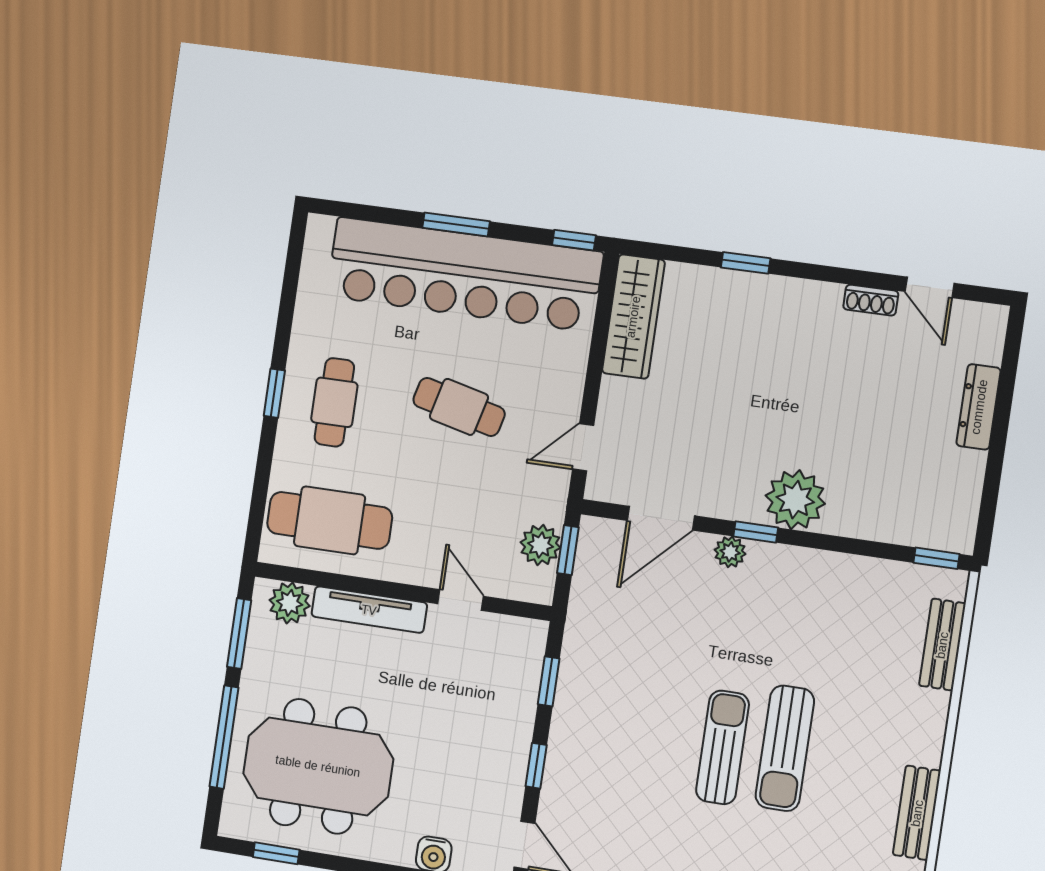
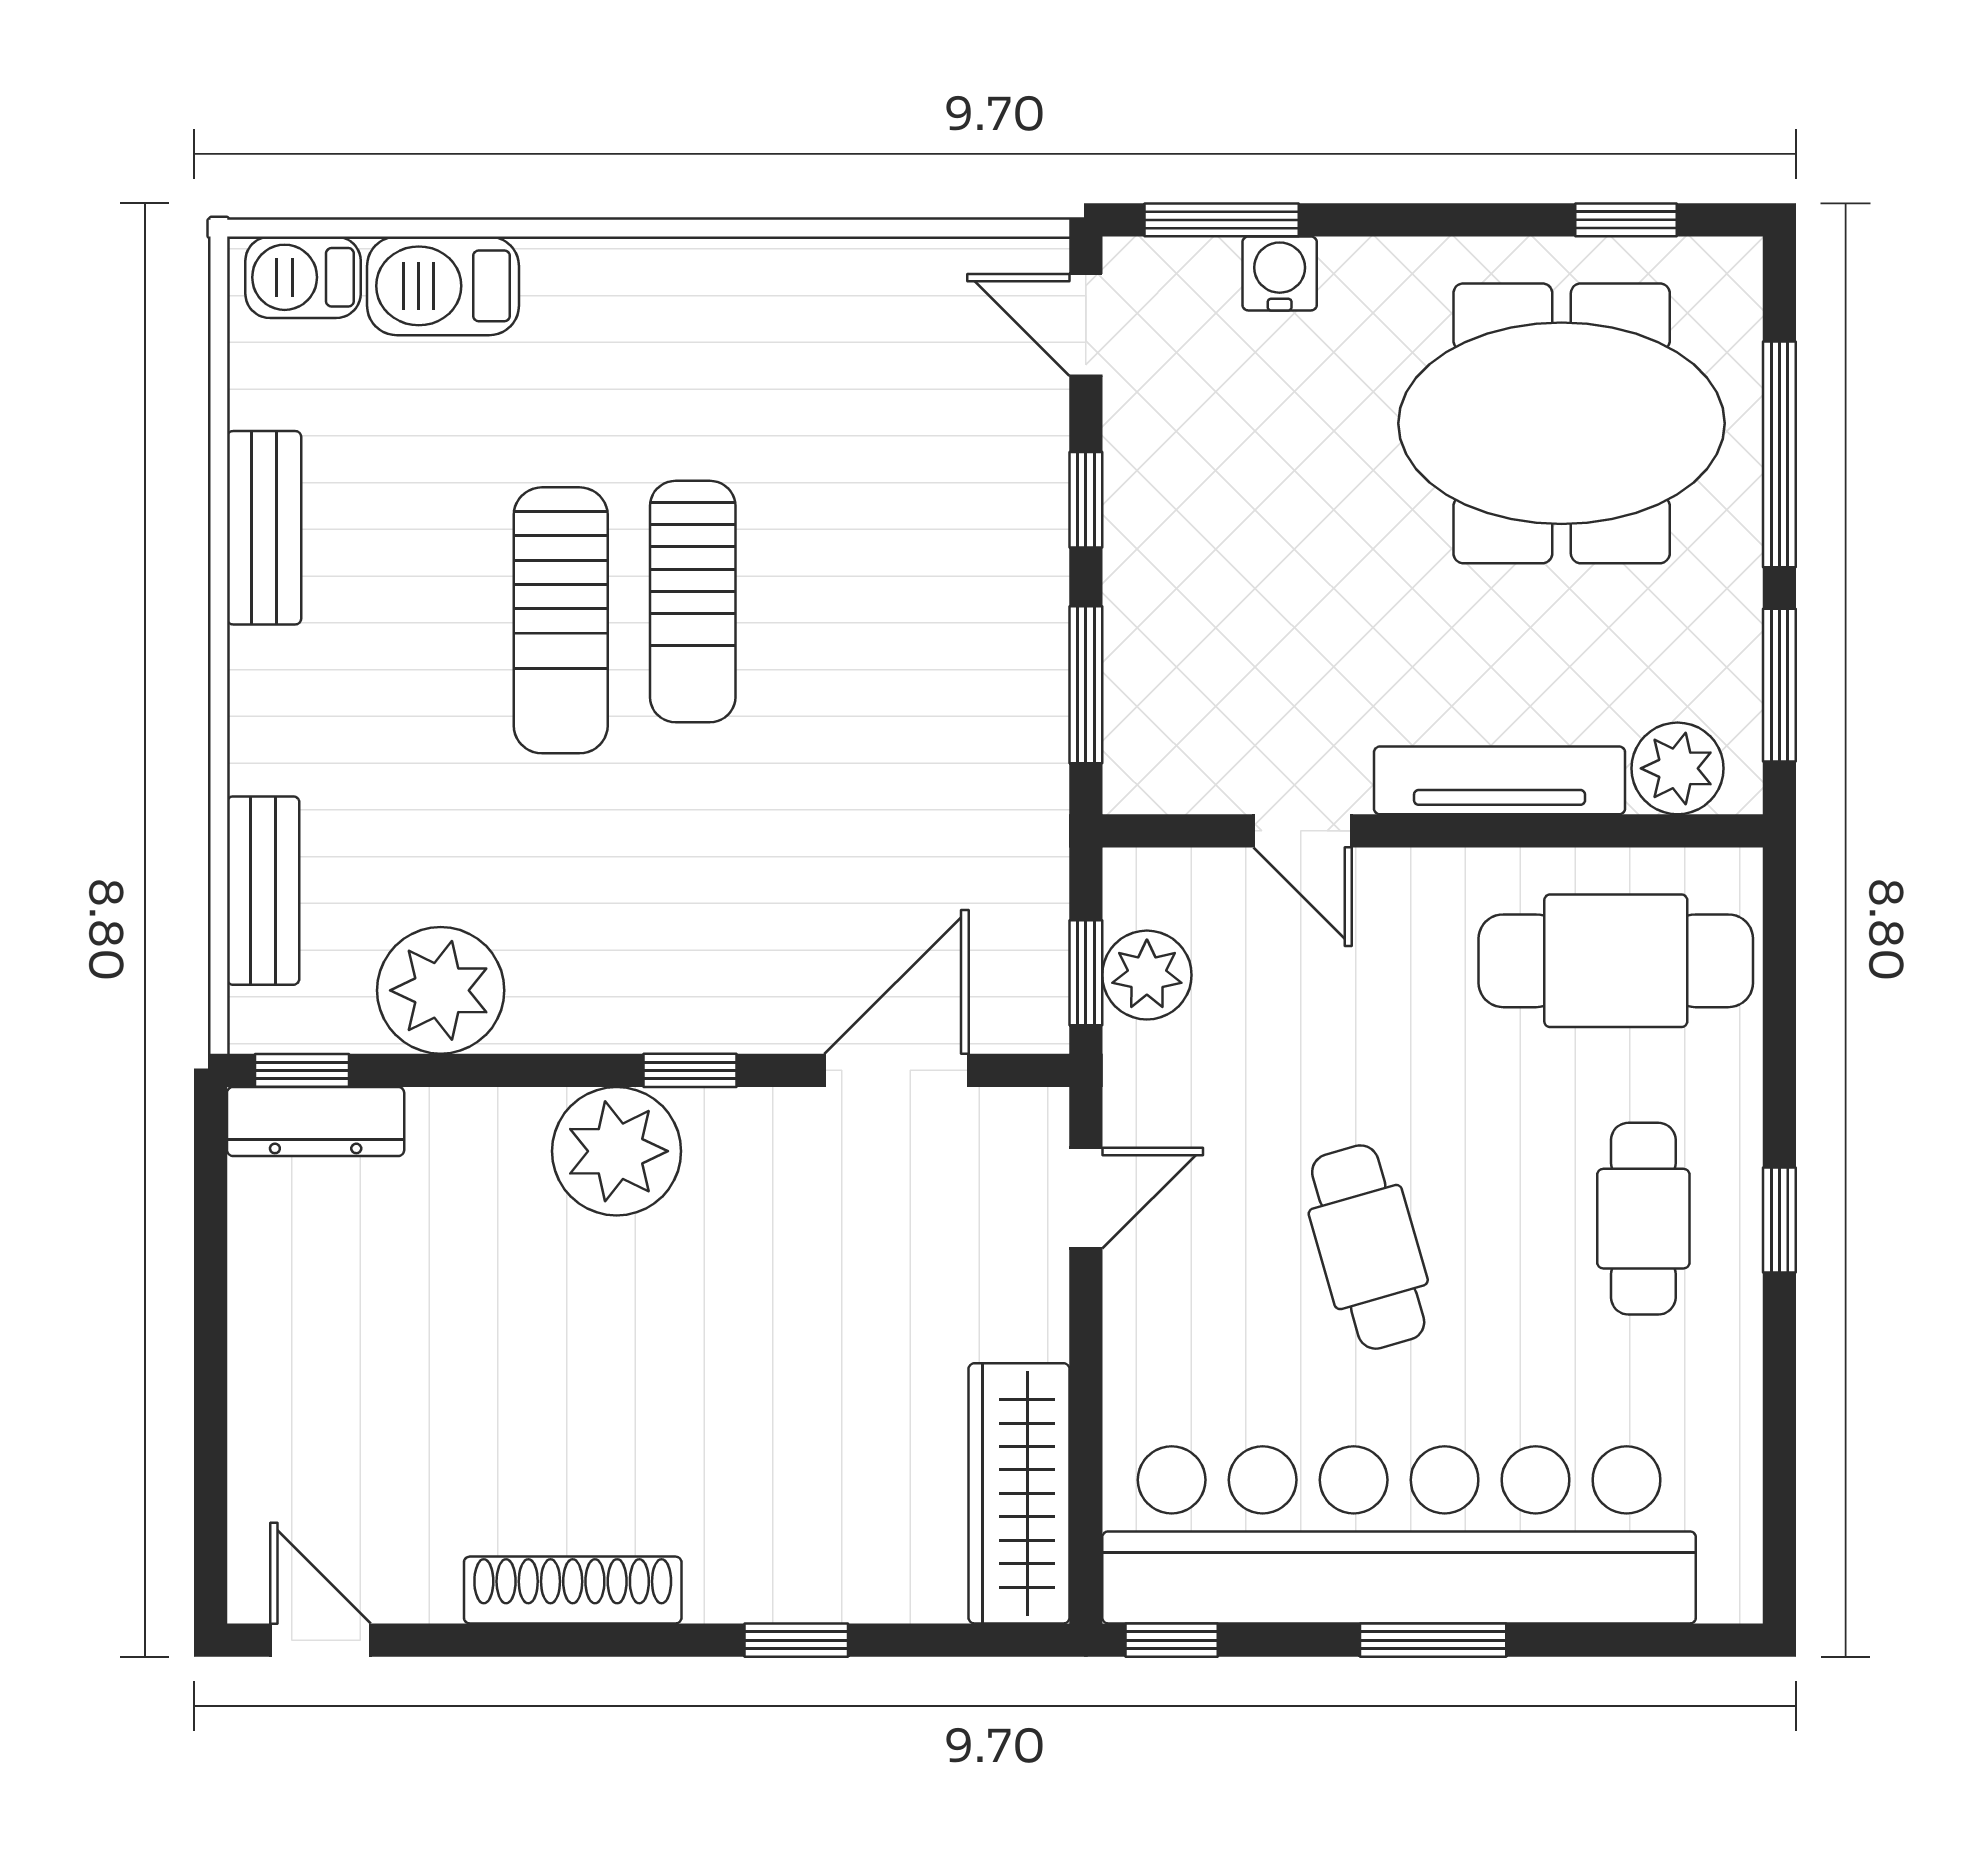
door: (930, 287) -> (321, 1640), moved
shoe rack: (871, 300) -> (573, 1590), width x1.94, depth x1.24
cafe table: (459, 407) -> (1368, 1247), turned 60
dresser: (979, 407) -> (316, 1121), moved, turned 90
plant: (730, 552) -> (441, 990), moved, width x1.88, depth x1.88
window: (549, 681) -> (1086, 685), width x1.50
sun lounger: (785, 748) -> (561, 620), turned 180

